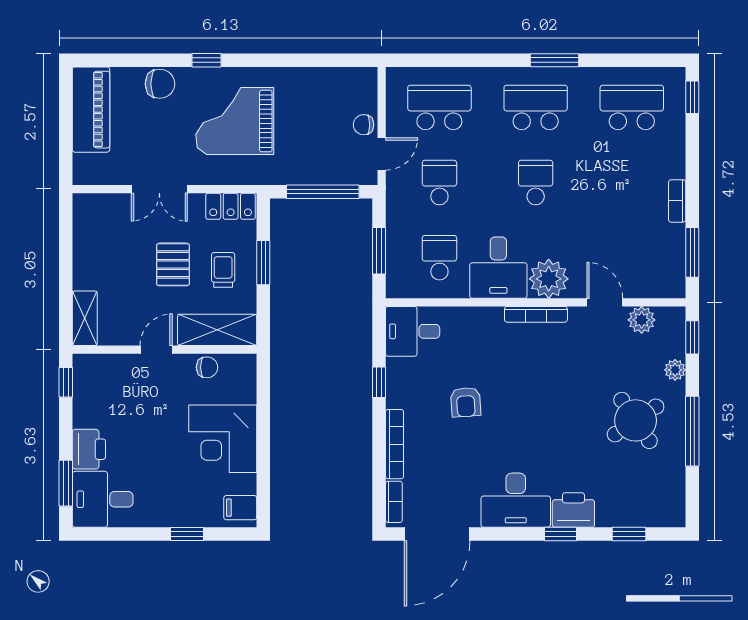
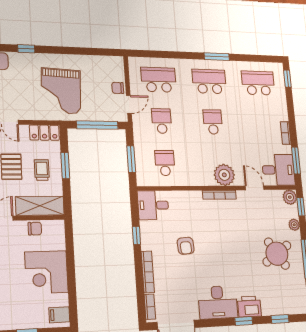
grand piano: (235, 121) -> (61, 91), moved, turned -87
desk: (498, 268) -> (278, 170), moved, turned -90
plant: (642, 320) -> (290, 197), moved

